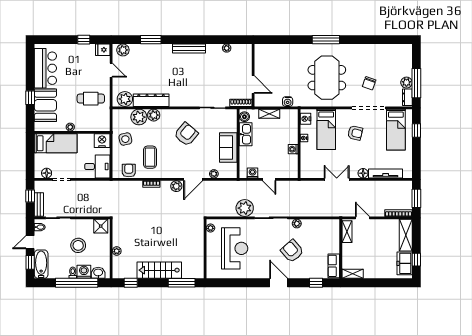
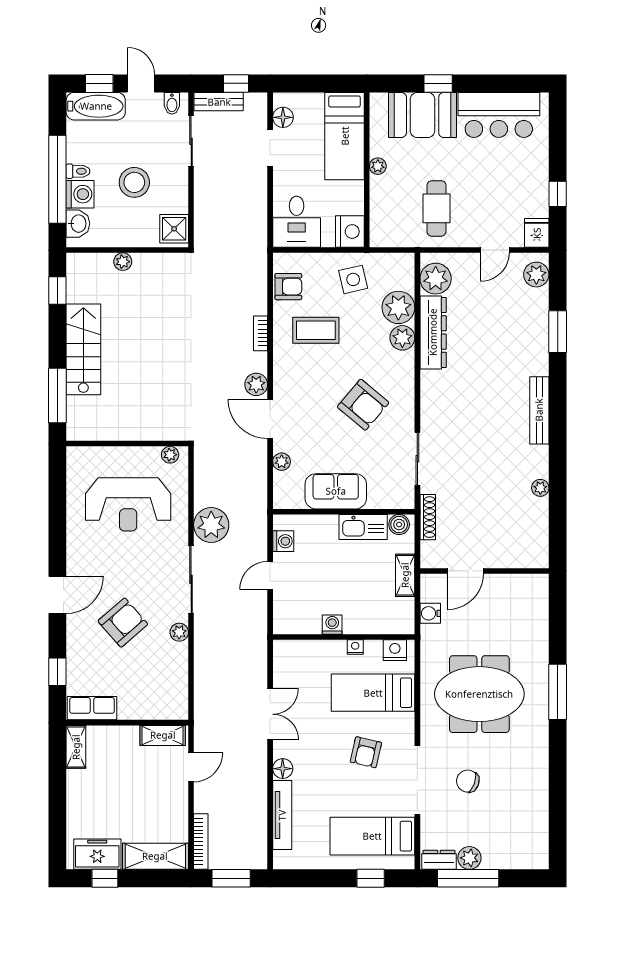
wall: (253, 75) -> (484, 571), moved
door: (253, 85) -> (465, 571), moved

